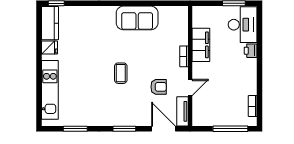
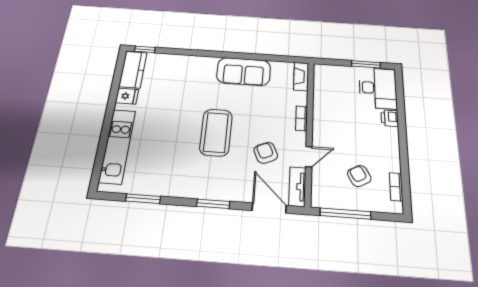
fireplace: (183, 19) -> (301, 77), added
filing cabinet: (201, 45) -> (324, 107), removed
coffee table: (121, 73) -> (216, 132), width x1.86, depth x1.72
armchair: (159, 87) -> (266, 153), turned -114
armchair: (227, 100) -> (359, 176), added
window: (230, 129) -> (345, 214), moved

